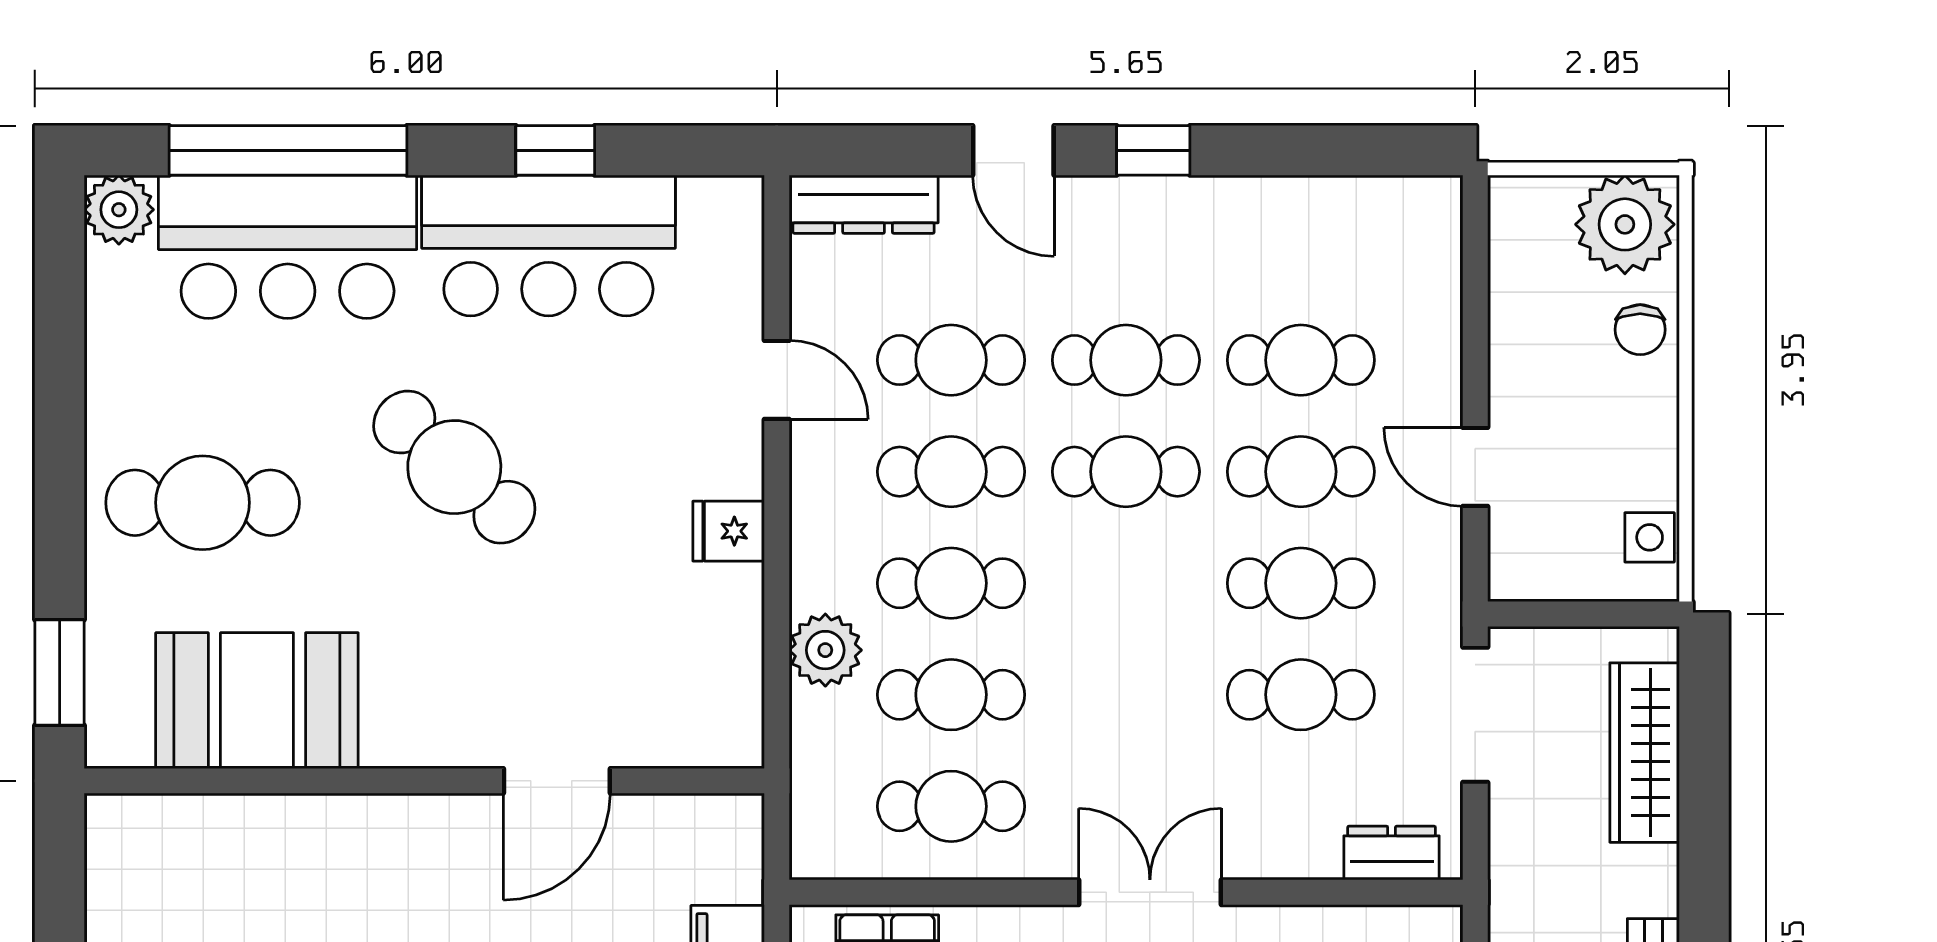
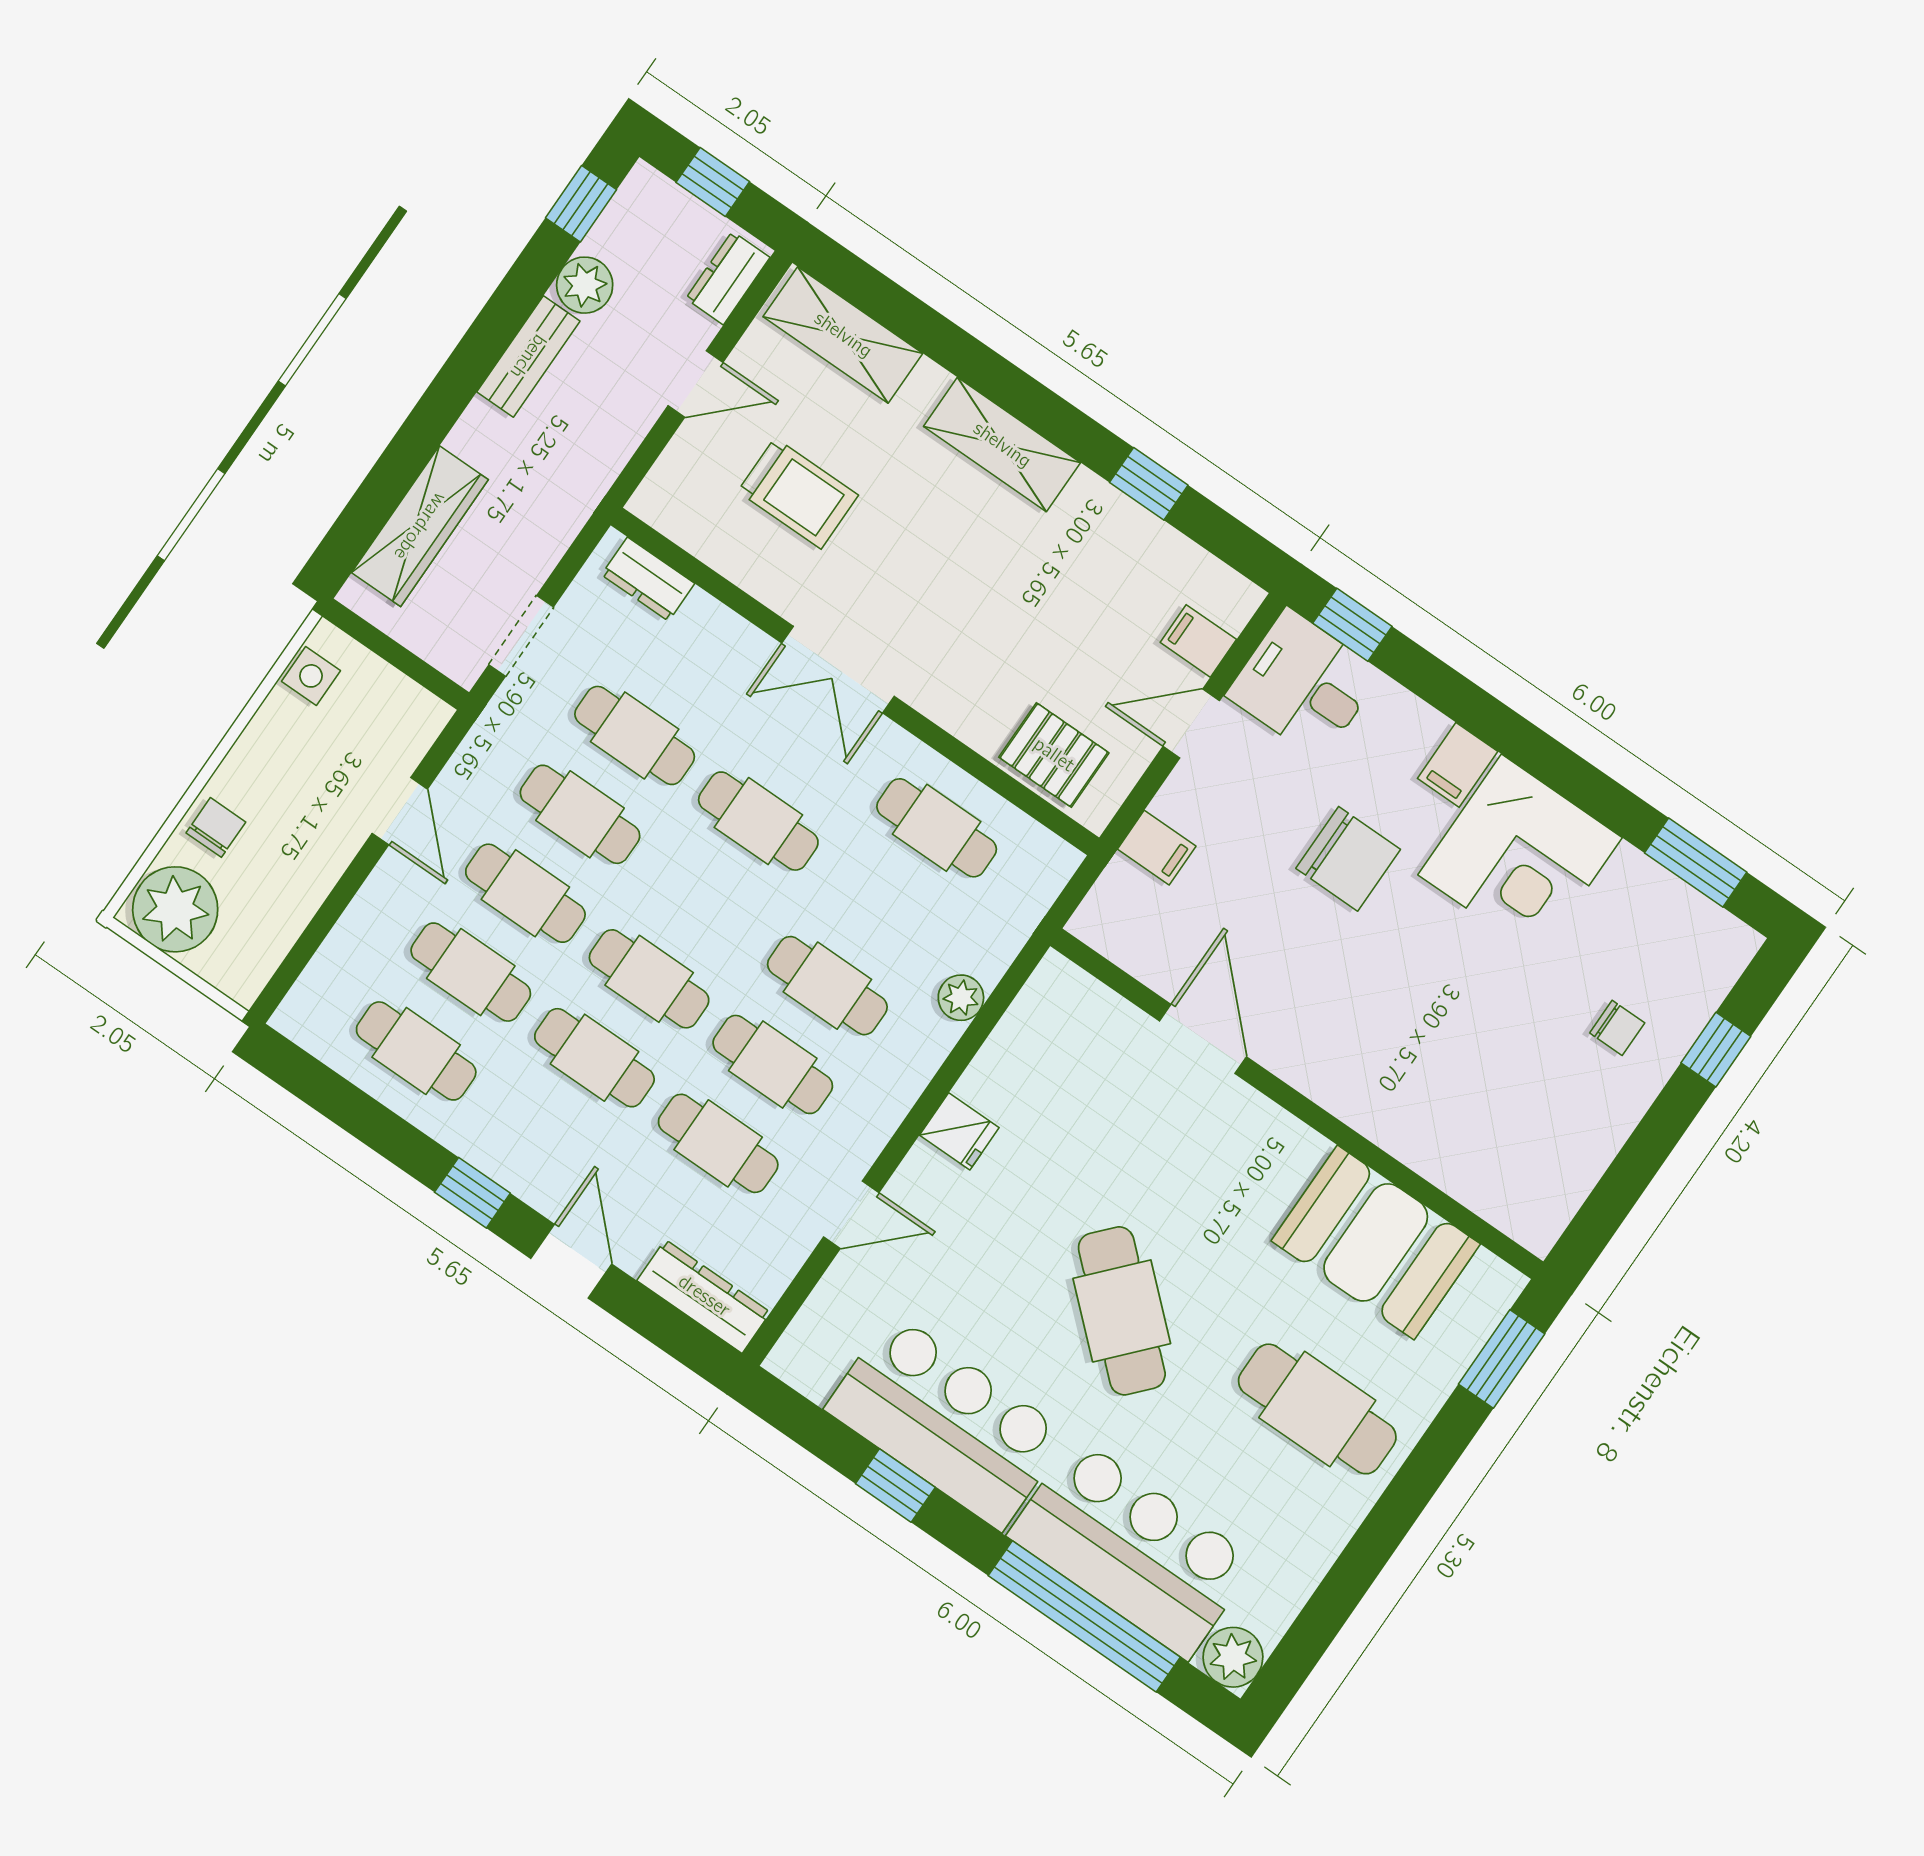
cafe table: (1301, 249) -> (416, 1051), added
door: (777, 380) -> (851, 1215), swing flipped
plant: (825, 650) -> (961, 998), width x0.73, depth x0.73
cafe table: (951, 695) -> (758, 821), moved
doorway: (1475, 715) -> (521, 636), width x0.73
door: (557, 781) -> (1203, 1039), hinge flipped

